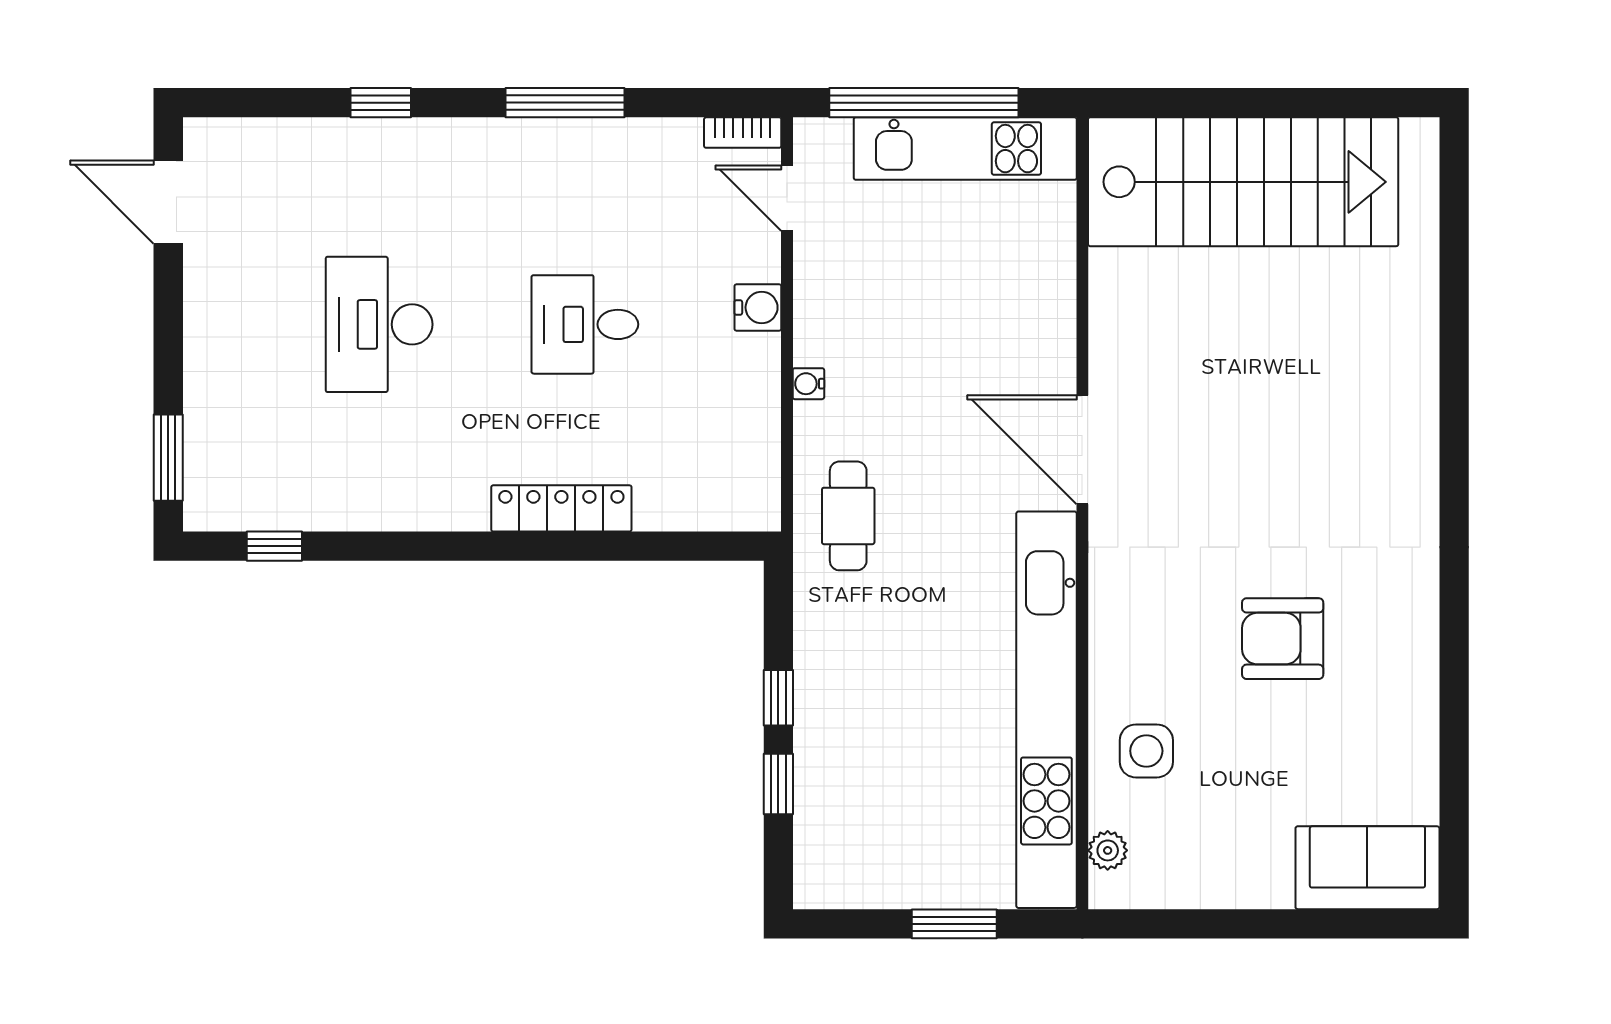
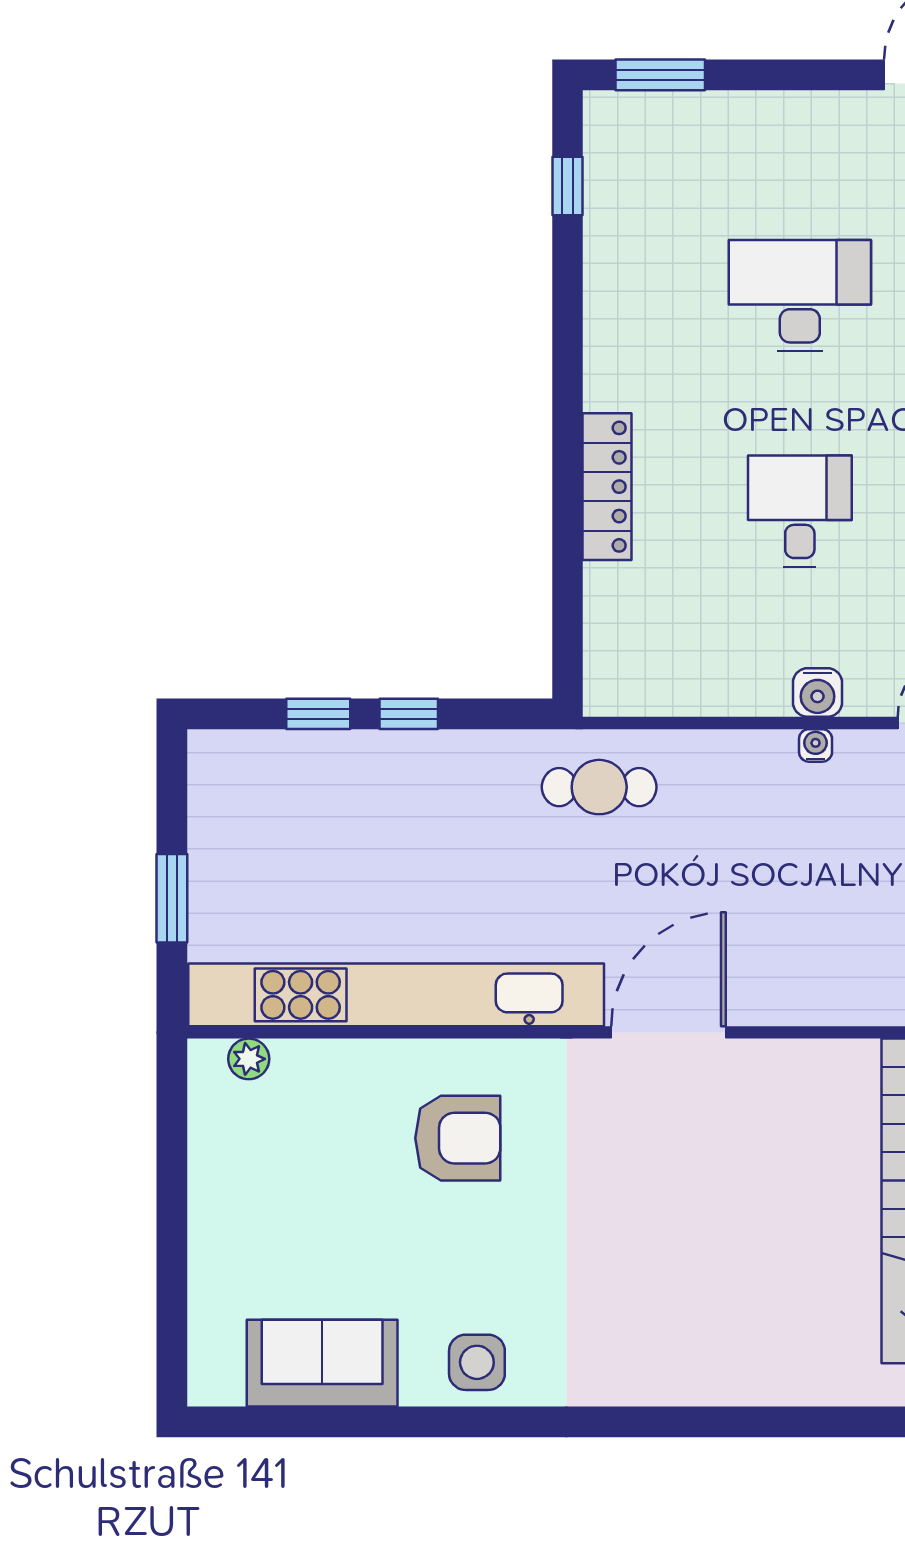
water cooler: (808, 384) -> (816, 745), moved
armchair: (1283, 639) -> (458, 1138), moved, turned 90
side table: (1146, 751) -> (477, 1362), moved
sofa: (1367, 868) -> (322, 1363), moved, turned -90

